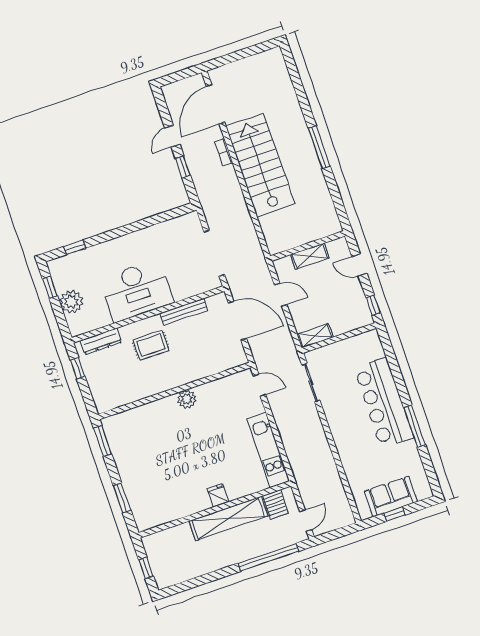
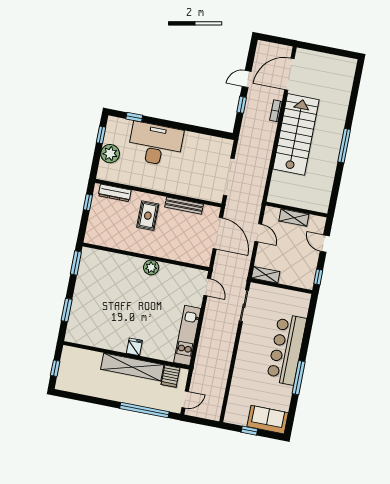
desk: (137, 291) -> (155, 144), moved, turned 180
rug: (151, 345) -> (148, 216), turned 90
sofa: (391, 497) -> (268, 420), moved

